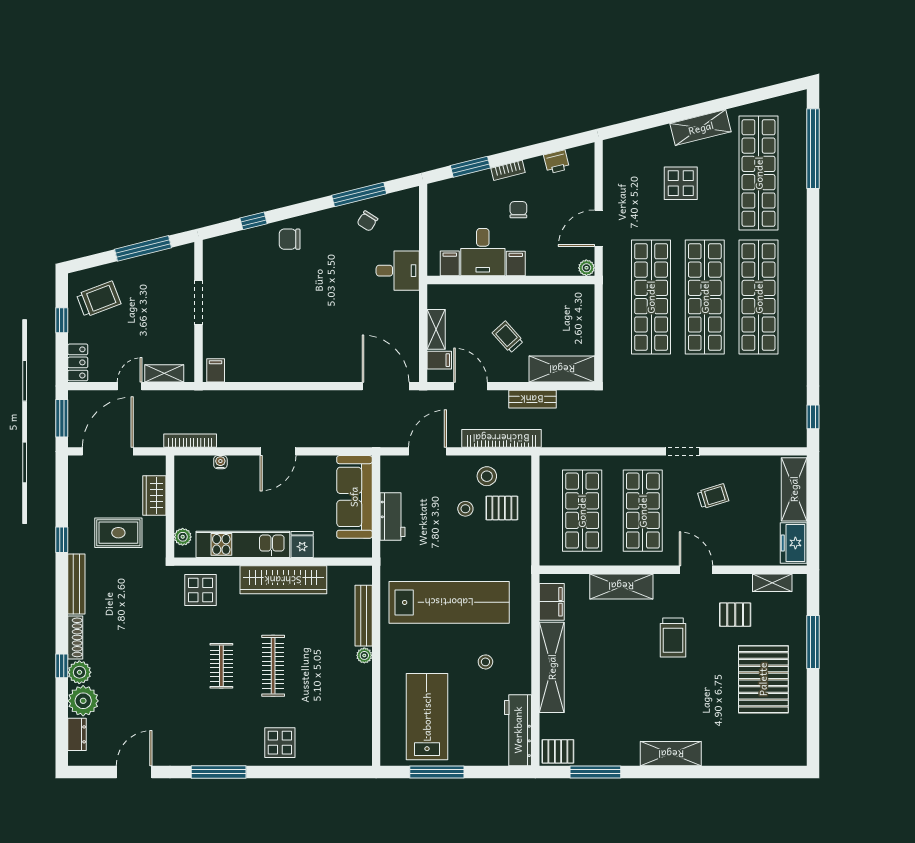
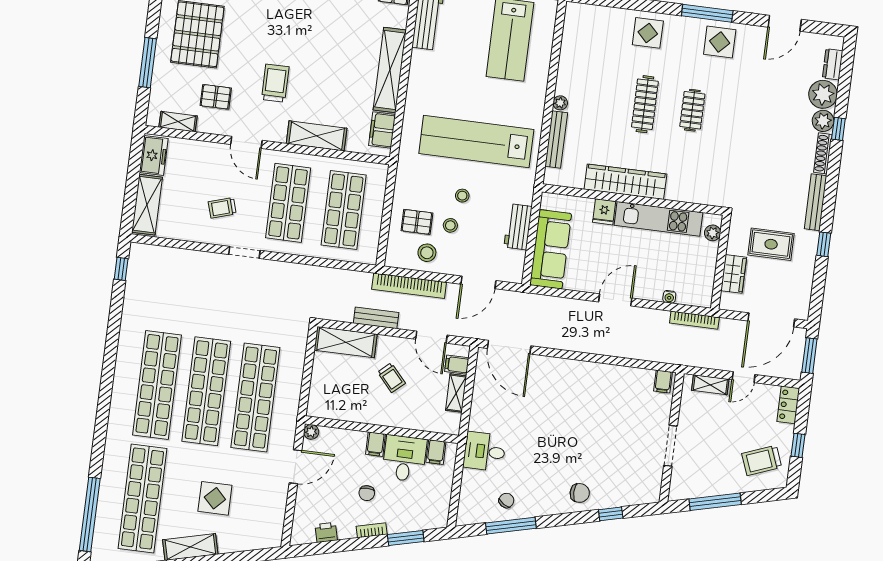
display table: (200, 590) -> (720, 42), moved
stool: (485, 662) -> (462, 196), moved

